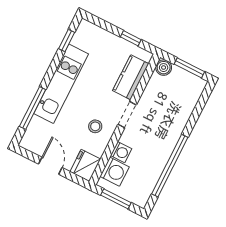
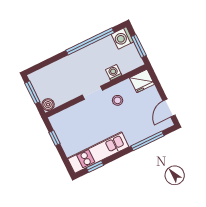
kitchen counter: (131, 77) -> (73, 114), removed
kitchen unit: (61, 84) -> (98, 152), moved
door: (50, 166) -> (169, 108), moved
washing machine: (115, 172) -> (122, 38), moved, turned -90

